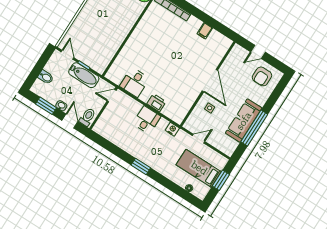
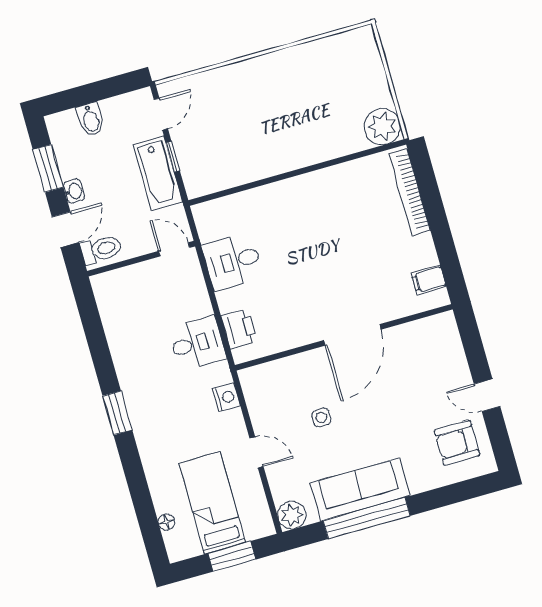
door: (210, 81) -> (352, 335), moved
wall: (208, 84) -> (344, 337), moved
plant: (229, 149) -> (292, 515), added

